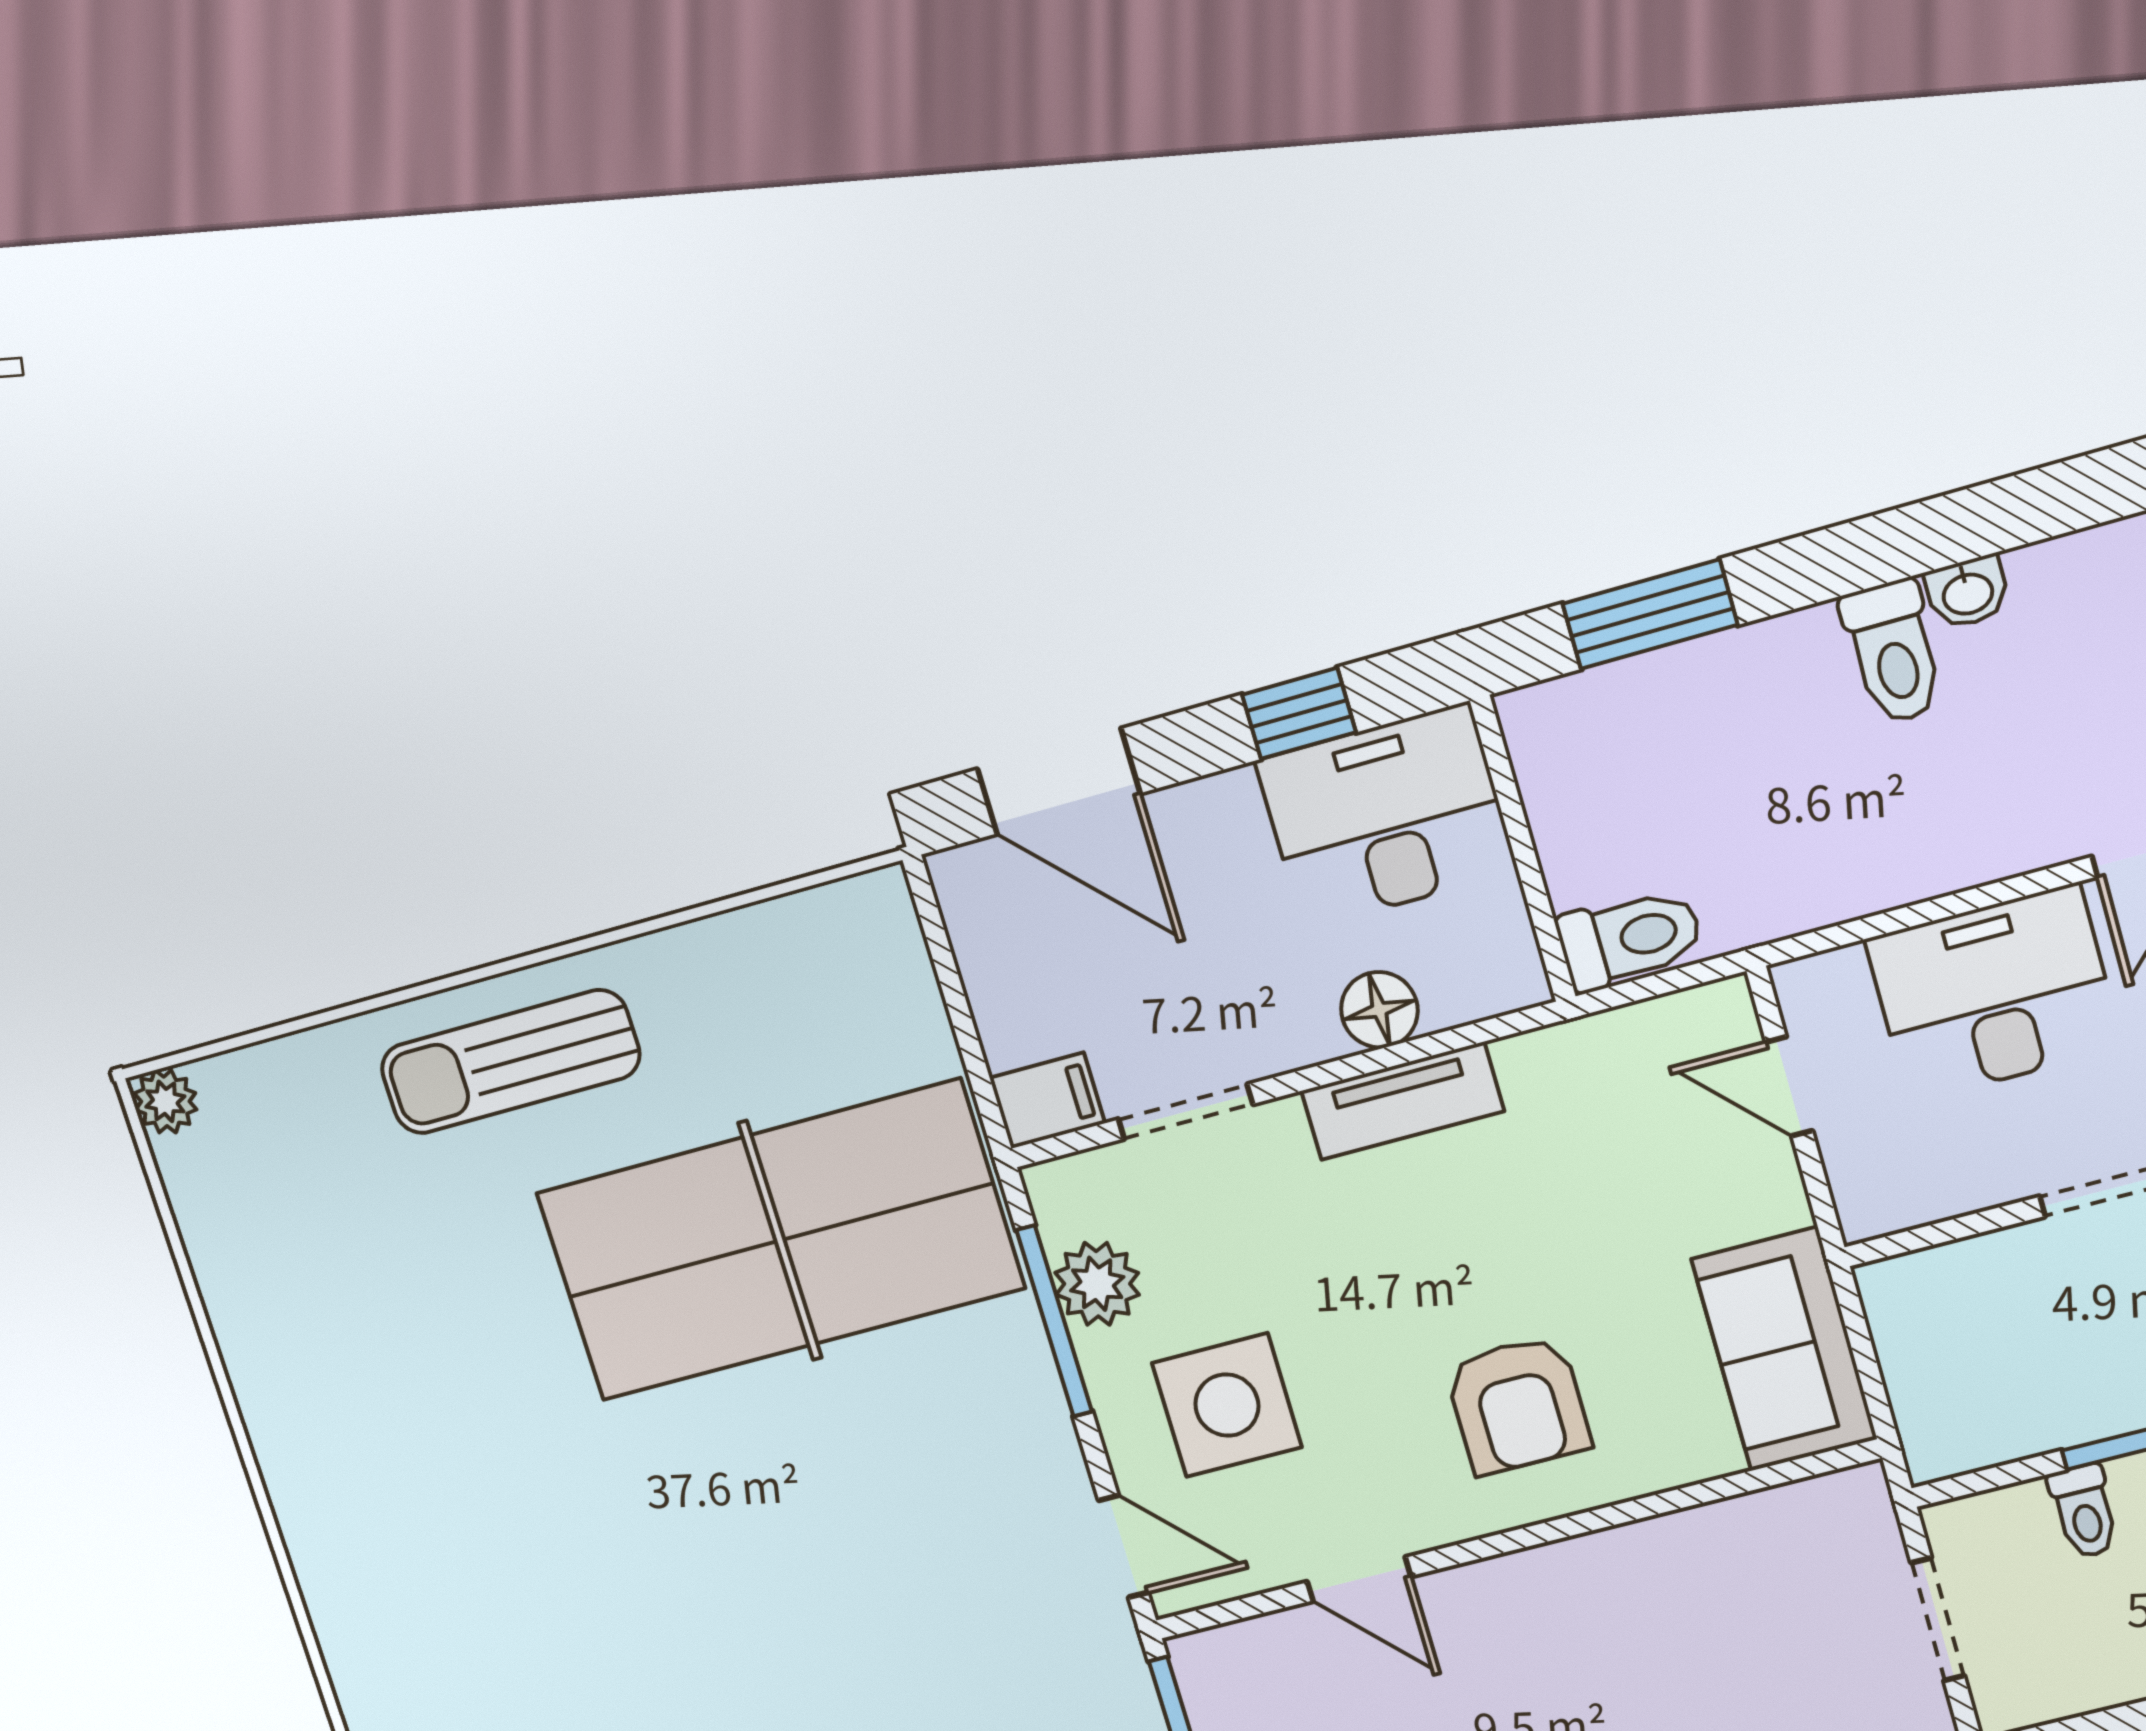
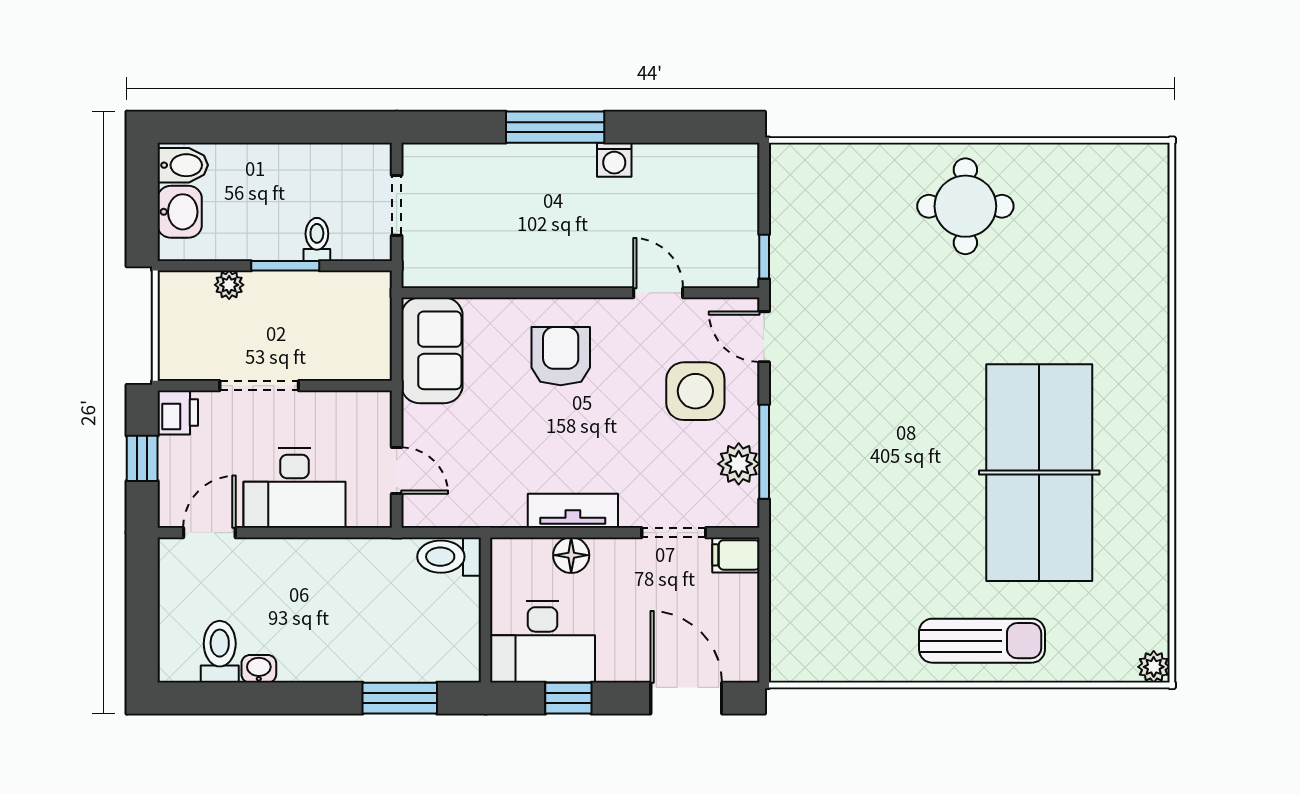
toilet: (1893, 652) -> (220, 652), moved
table tennis table: (780, 1241) -> (1039, 473), moved, turned 90

